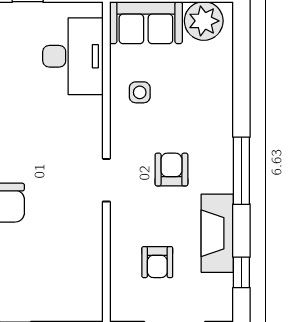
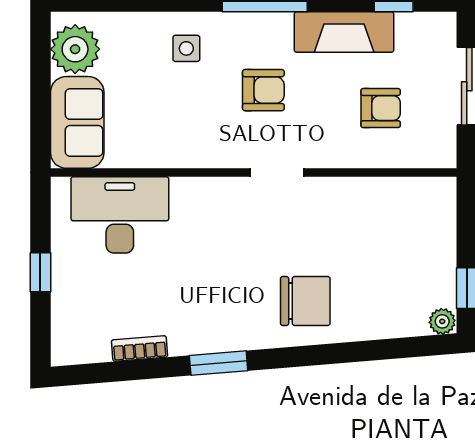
side table: (140, 92) -> (186, 48), moved
armchair: (171, 170) -> (263, 90), turned 180

